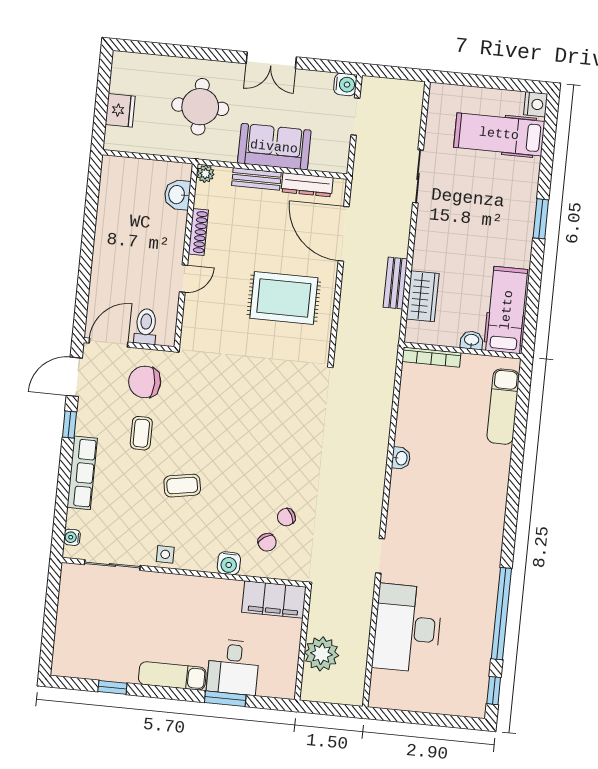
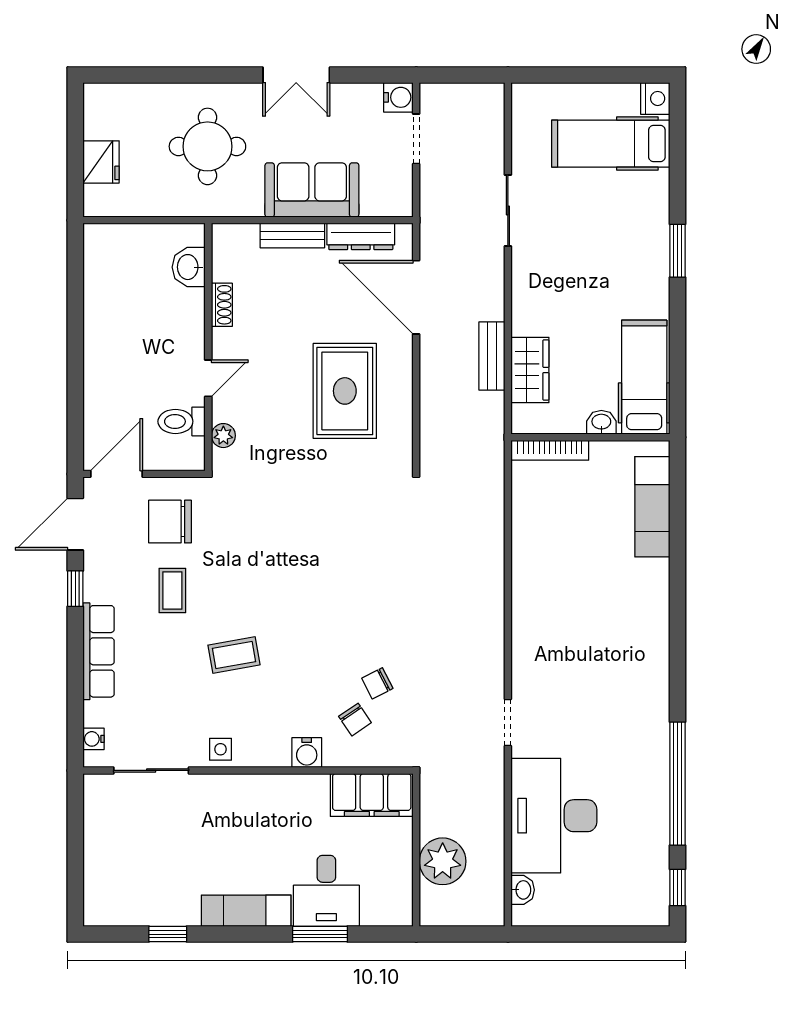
plant: (205, 174) -> (223, 436), moved
shoe rack: (198, 232) -> (222, 305), width x0.70
rug: (284, 298) -> (345, 391), turned 90
toilet: (146, 326) -> (182, 421), moved, turned -90
washbasin: (401, 458) -> (523, 890), moved

